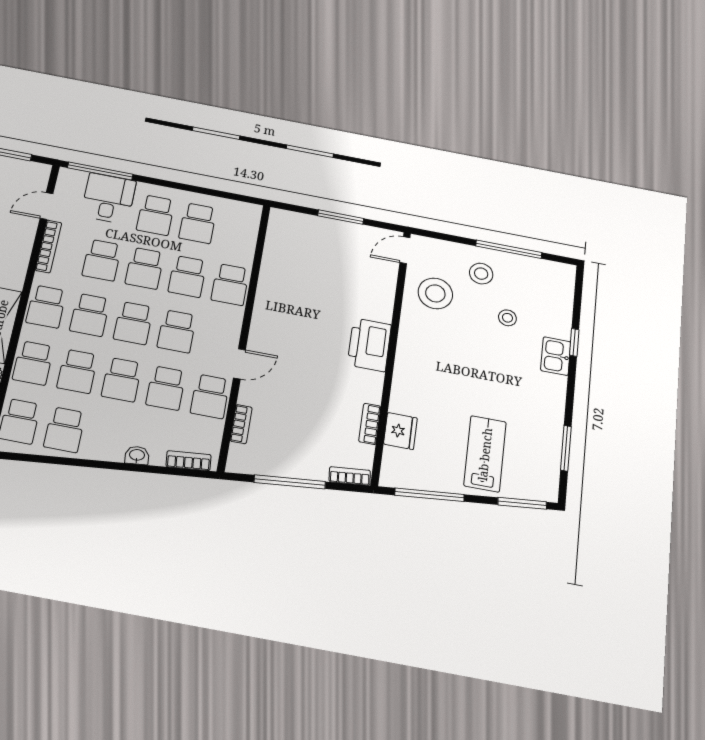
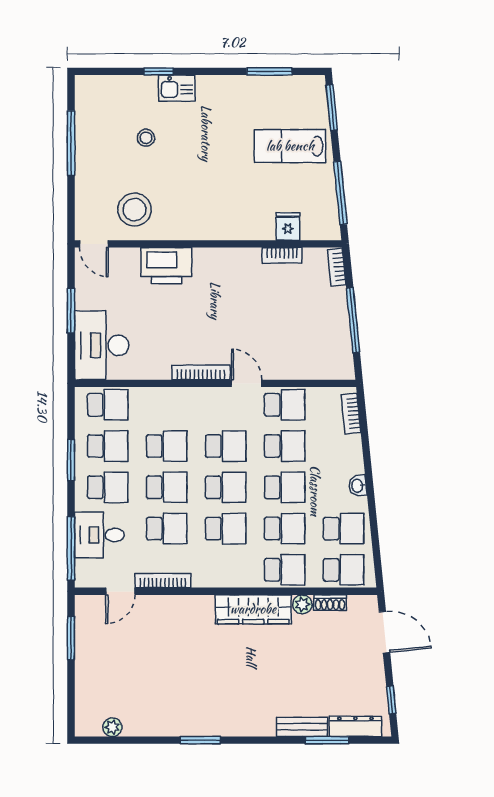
window: (190, 188) -> (71, 460), added
door: (47, 206) -> (120, 591), hinge flipped
desk: (301, 237) -> (102, 345), added
stool: (481, 274) -> (104, 168), removed
school desk: (230, 285) -> (108, 405), moved
school desk: (46, 307) -> (226, 570), removed
printer: (369, 345) -> (166, 266), moved
bookcase: (241, 424) -> (201, 372), moved, width x1.56
fridge: (400, 431) -> (288, 226), width x0.72
washbasin: (137, 455) -> (358, 486), moved

